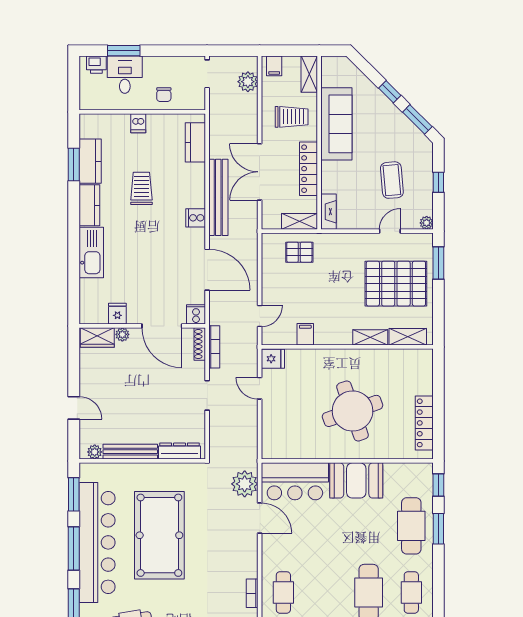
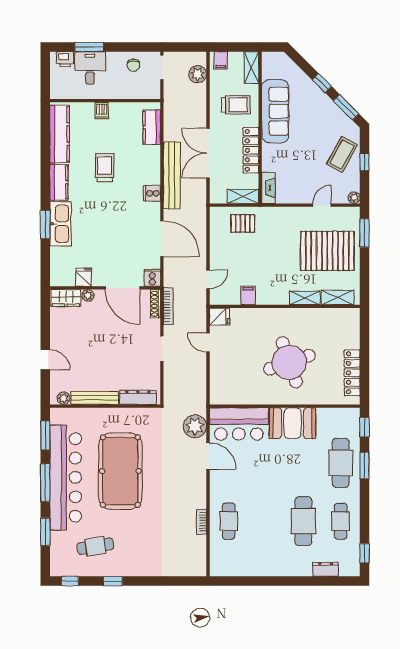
chair: (164, 95) -> (133, 65), moved
kitchen counter: (90, 161) -> (60, 134), width x1.50
window: (74, 165) -> (45, 225), moved
coffee table: (392, 180) -> (342, 154), moved, turned 34

